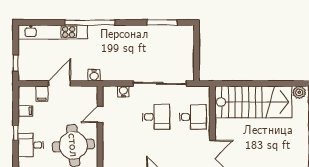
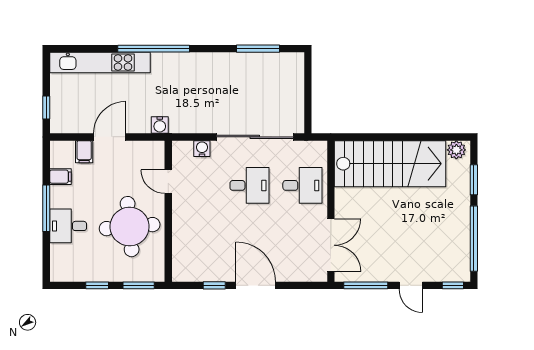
door: (100, 114) -> (168, 182), hinge flipped
window: (16, 133) -> (46, 208), width x2.17

